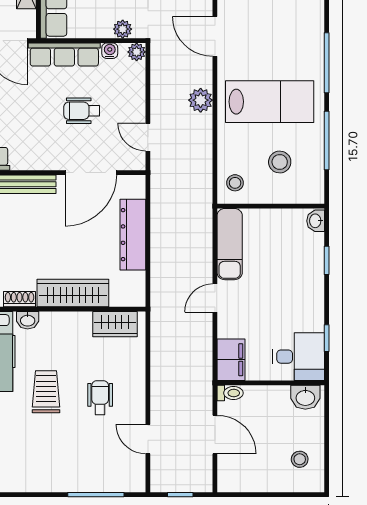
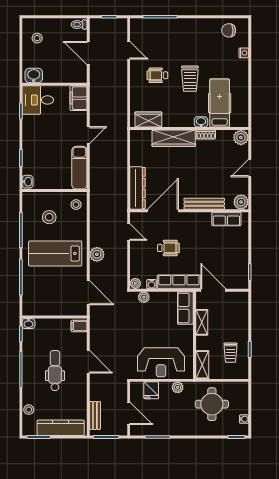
dresser: (133, 235) -> (138, 188), moved
toilet: (230, 393) -> (79, 25), moved
wheelchair: (100, 398) -> (157, 75), turned 90

